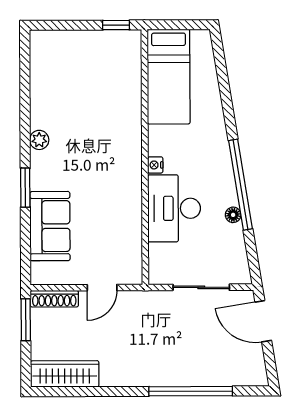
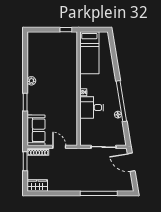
desk: (174, 208) -> (92, 108), width x0.73
sofa: (50, 226) -> (36, 130), moved
door: (102, 288) -> (59, 147), swing flipped
wardrobe: (65, 374) -> (37, 185), width x0.67

